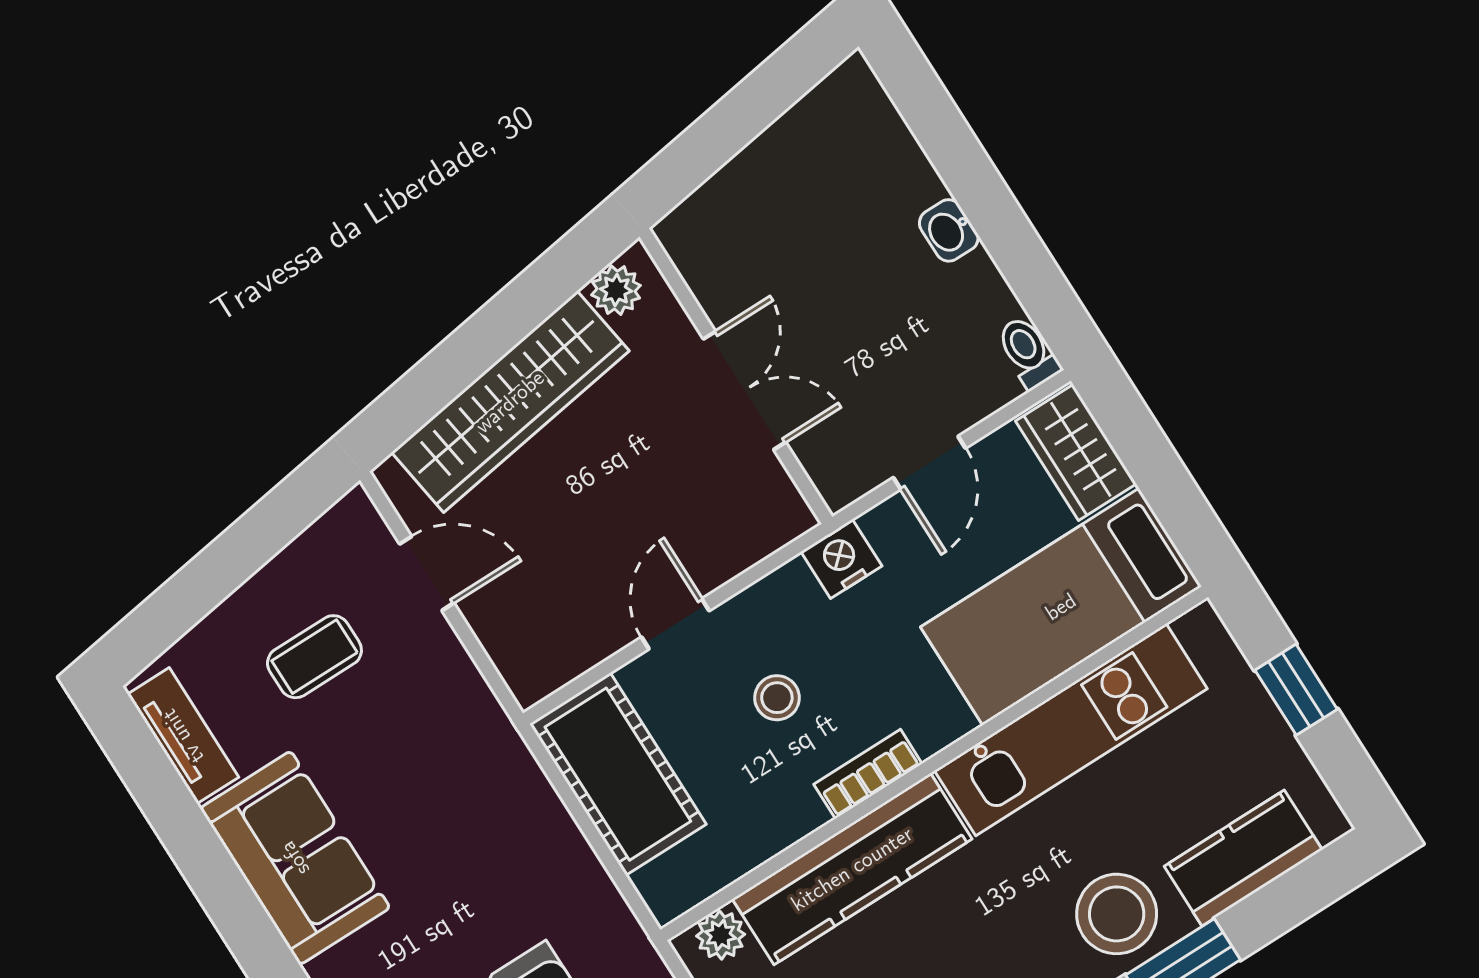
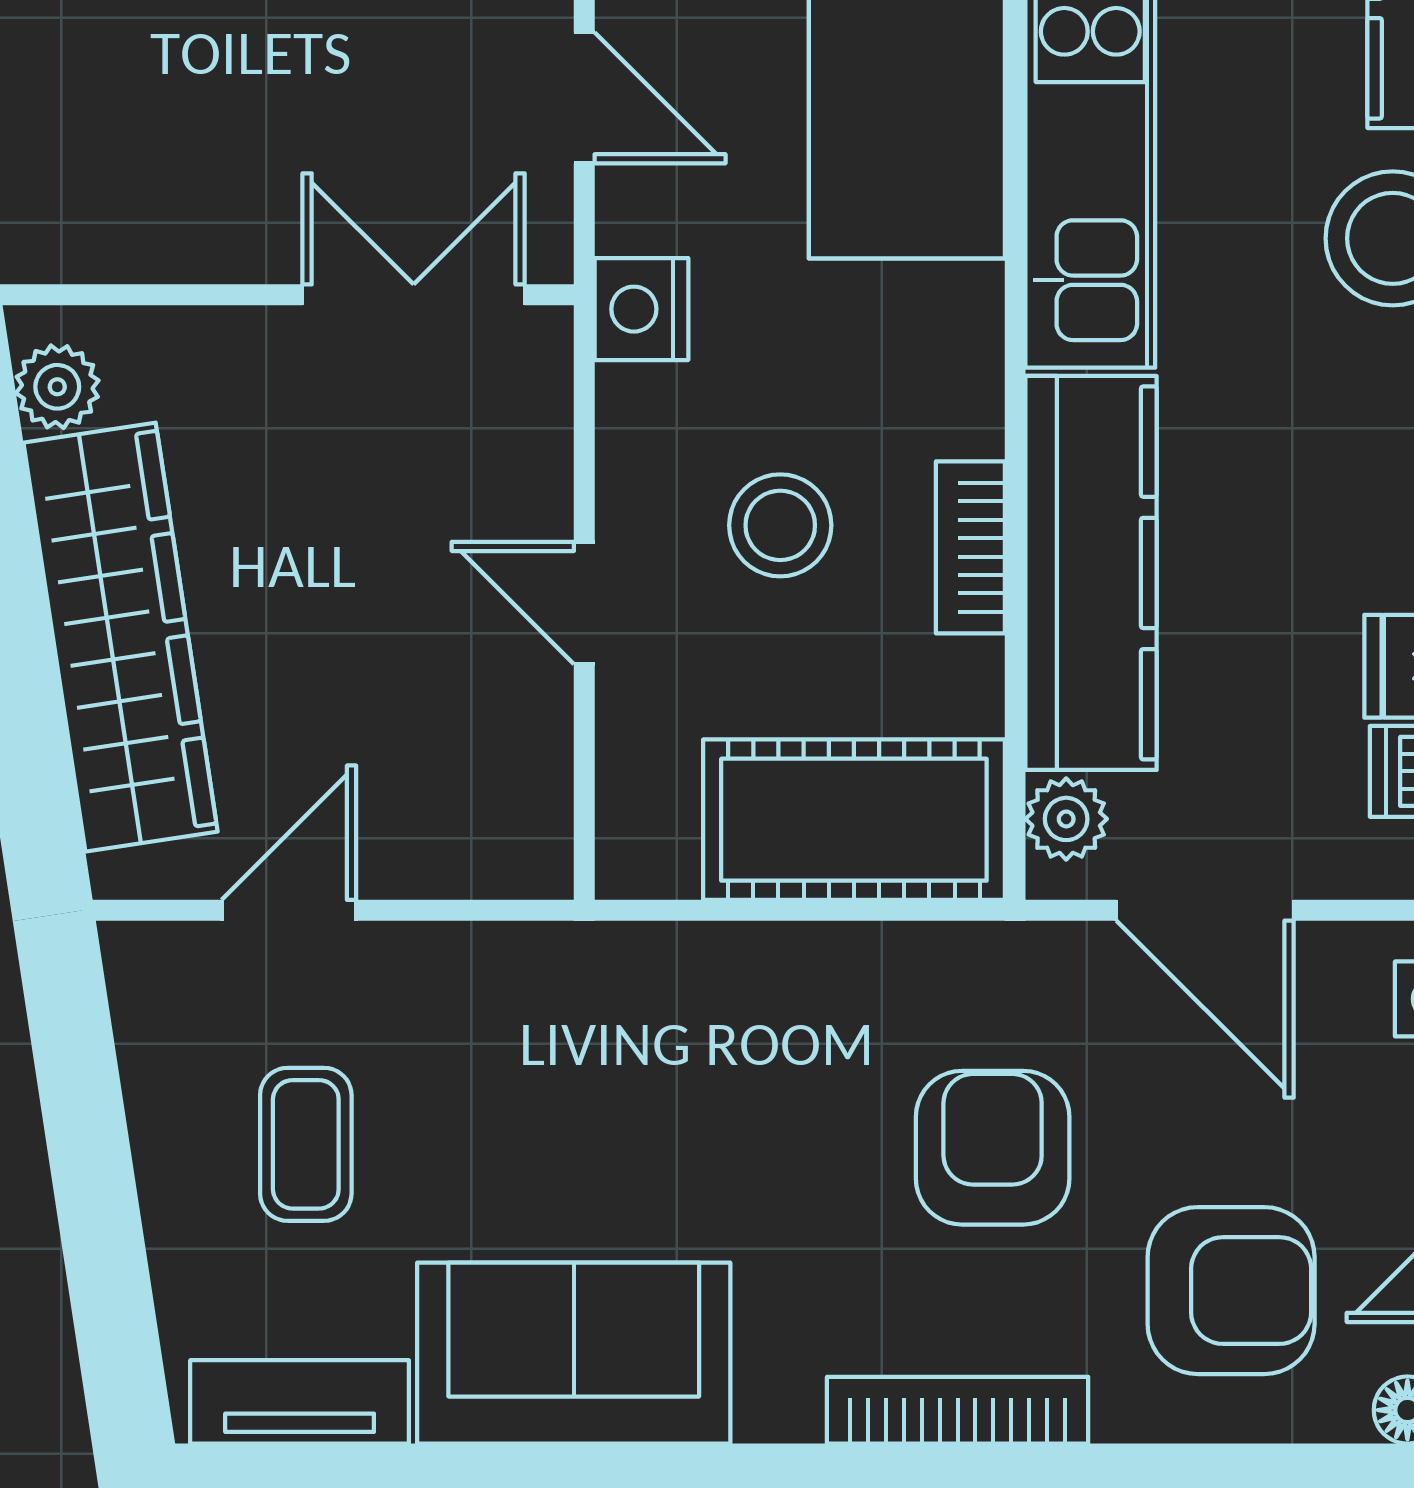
double door: (745, 390) -> (414, 295), moved
stool: (777, 698) -> (780, 525), width x1.37, depth x1.37
cot: (618, 774) -> (854, 820), moved
bookcase: (868, 774) -> (970, 547), moved

